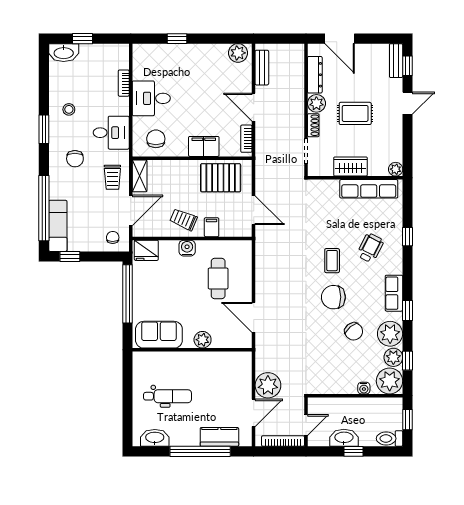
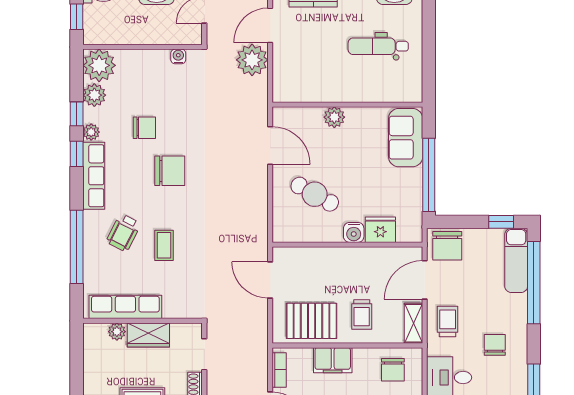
plant: (396, 169) -> (117, 332), moved
trolley: (183, 219) -> (362, 314), moved, turned 67
filing cabinet: (212, 227) -> (323, 259), removed
chair: (113, 237) -> (447, 246), width x1.87, depth x1.87
window: (408, 237) -> (77, 247), width x3.17
fridge: (146, 250) -> (380, 230), moved
coffee table: (332, 261) -> (164, 245), moved
cafe table: (218, 278) -> (315, 194), turned -61
row of seats: (394, 293) -> (94, 176), width x1.48
chair: (354, 331) -> (144, 128), turned 129
plant: (390, 334) -> (91, 132), width x0.53, depth x0.53
sofa: (159, 335) -> (406, 138), moved, turned 90
window: (408, 361) -> (77, 114), moved
water cooler: (364, 388) -> (178, 56), moved

